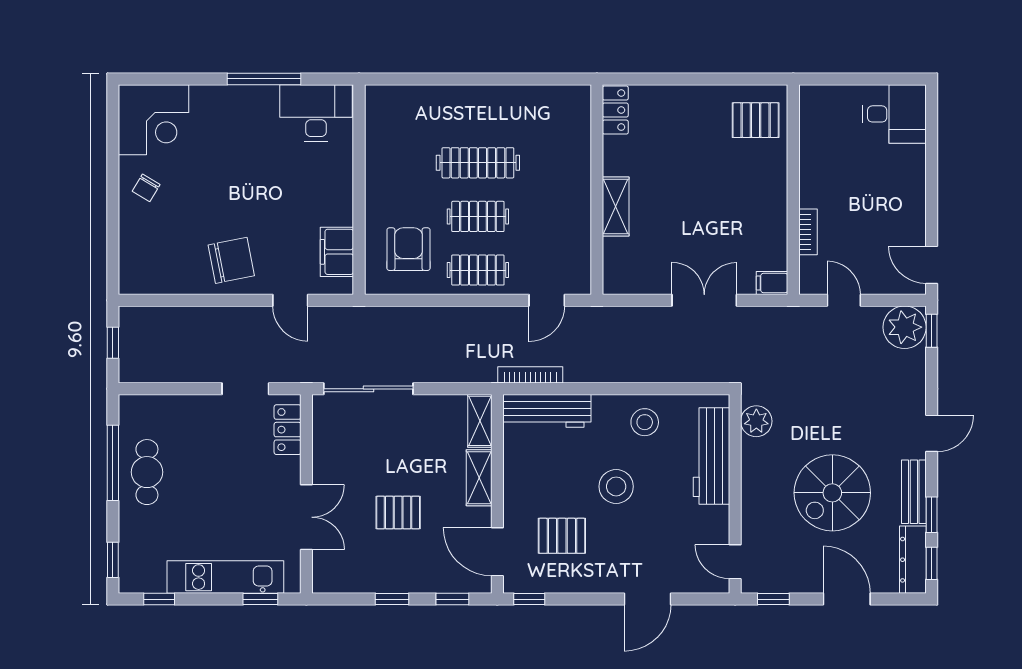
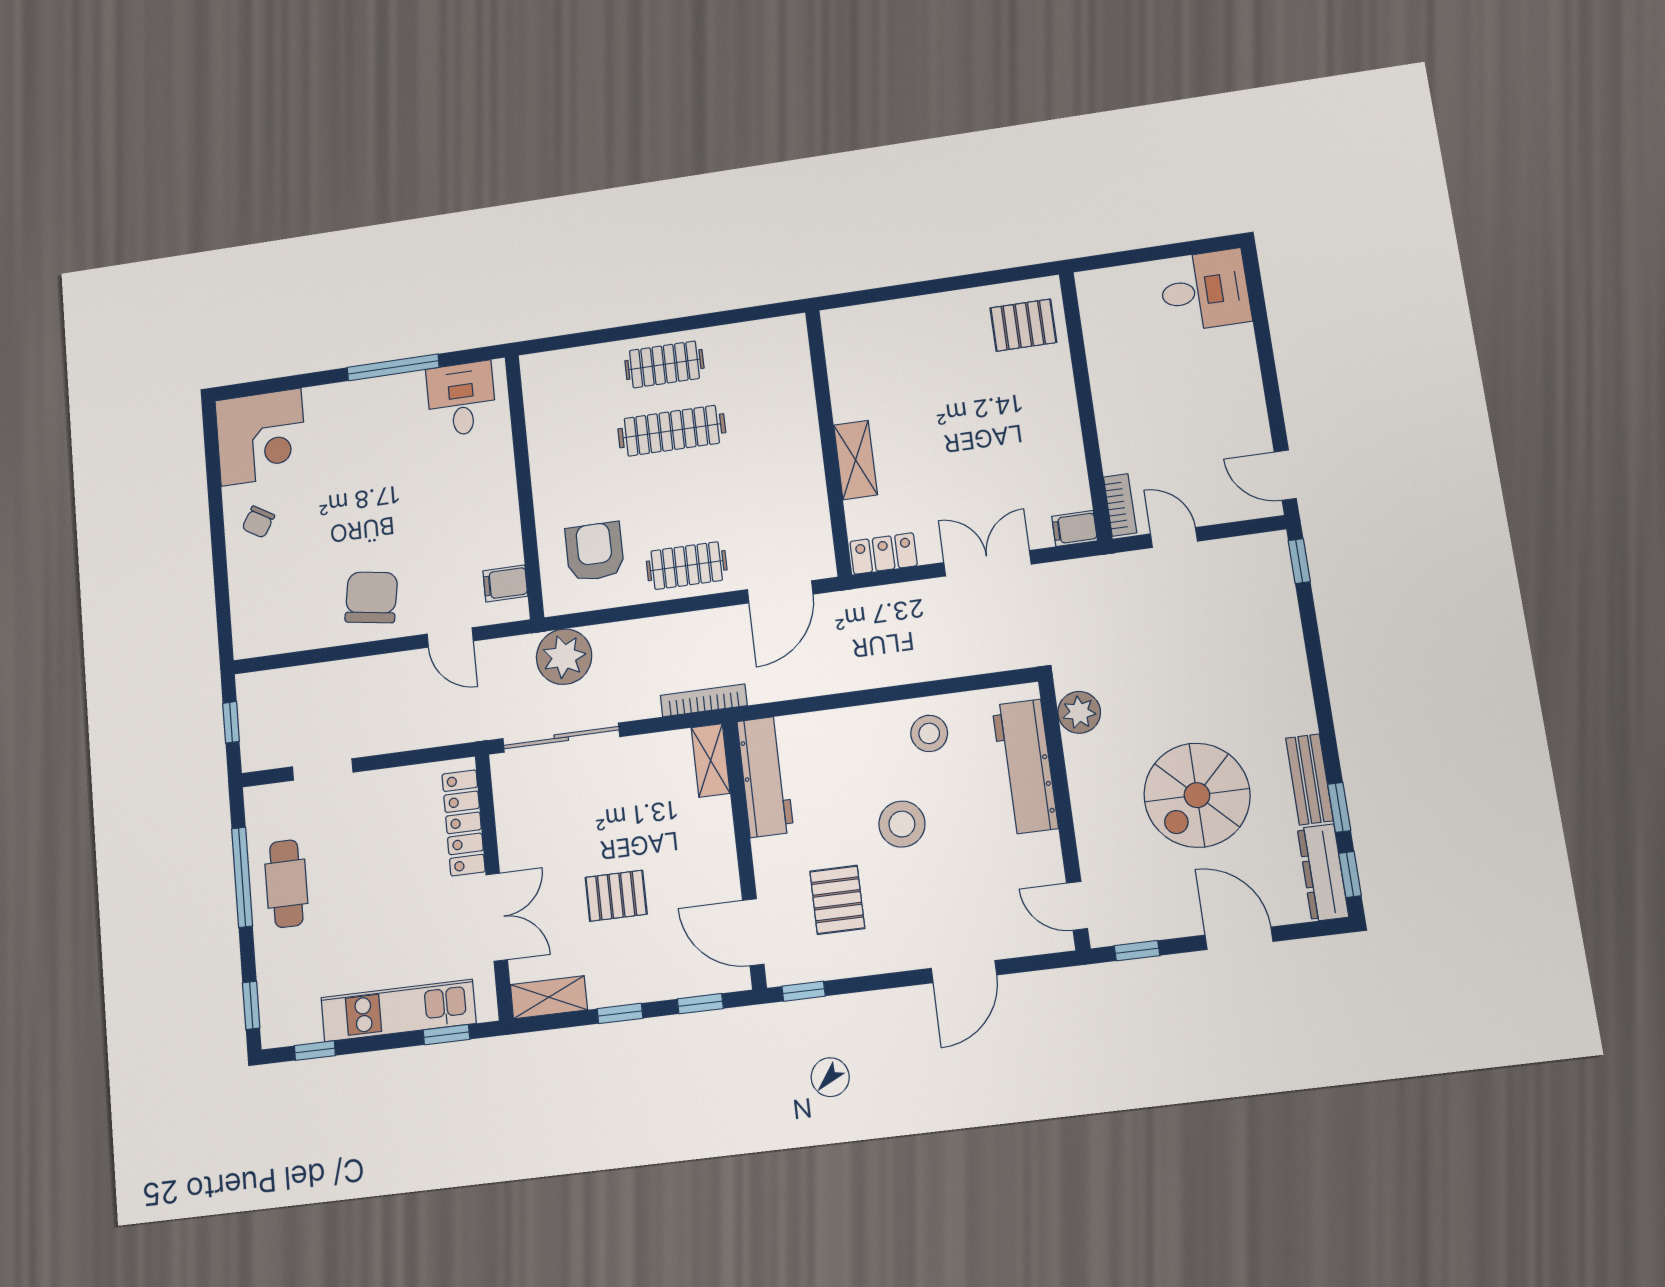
locker: (615, 110) -> (884, 554), moved, turned -90
desk: (316, 113) -> (461, 399), width x0.73
clothes rail: (478, 216) -> (664, 364), moved
bookcase: (808, 232) -> (1120, 505), moved
filing cabinet: (337, 252) -> (505, 583), width x0.50
chair: (231, 260) -> (371, 597), turned -70
door: (547, 300) -> (780, 592), width x1.38
plant: (905, 327) -> (564, 657), moved
bookcase: (530, 375) -> (704, 700), moved
doorway: (245, 389) -> (323, 769), moved
workbench: (547, 411) -> (765, 777), moved, turned -90
locker: (288, 430) -> (463, 823), width x1.53
door: (932, 433) -> (1321, 697), removed
shelving: (479, 478) -> (549, 997), moved, turned 90
pallet: (562, 536) -> (837, 900), turned 90

